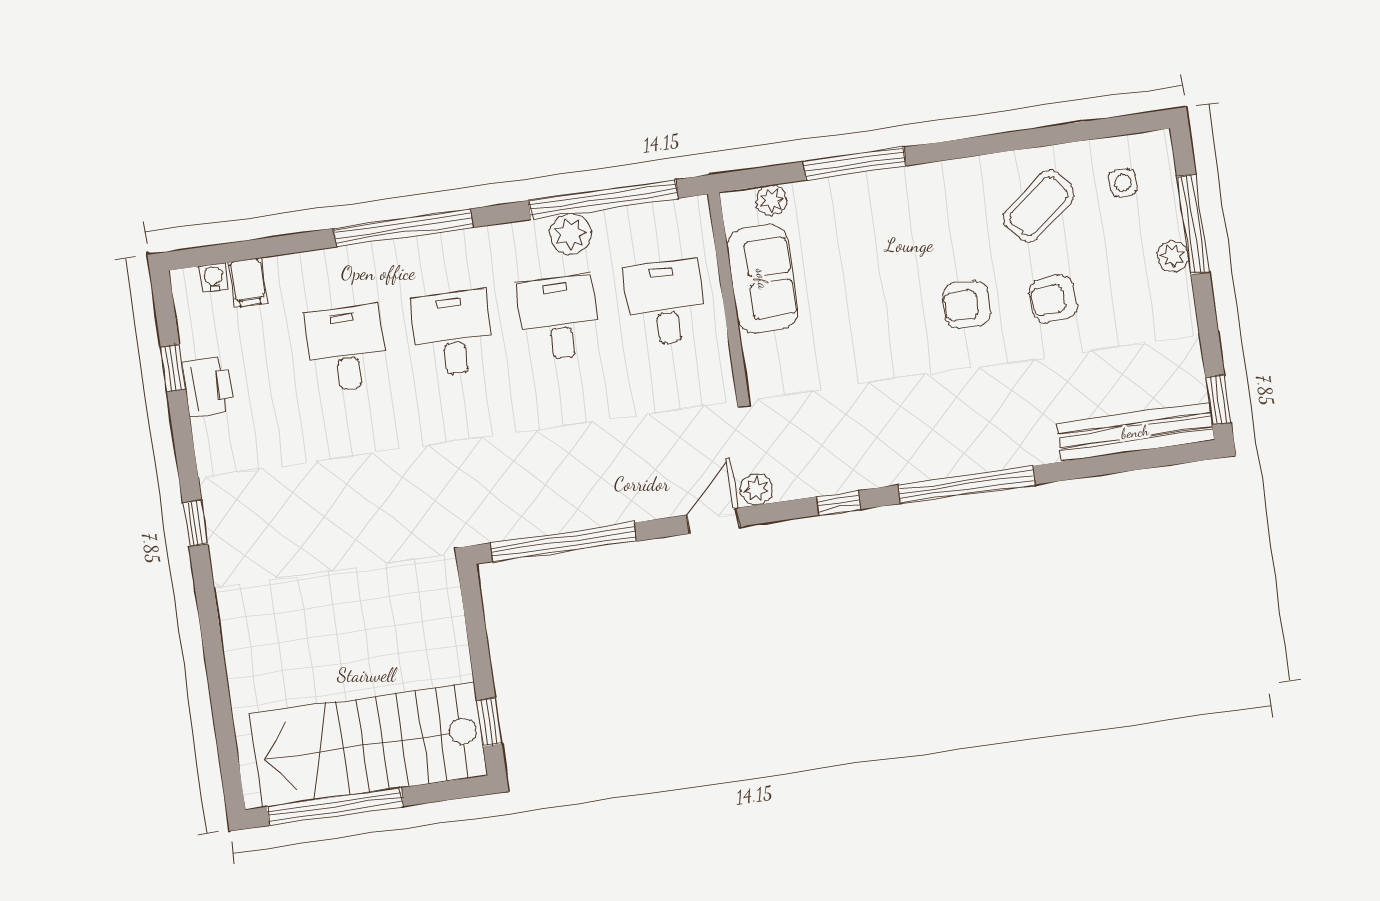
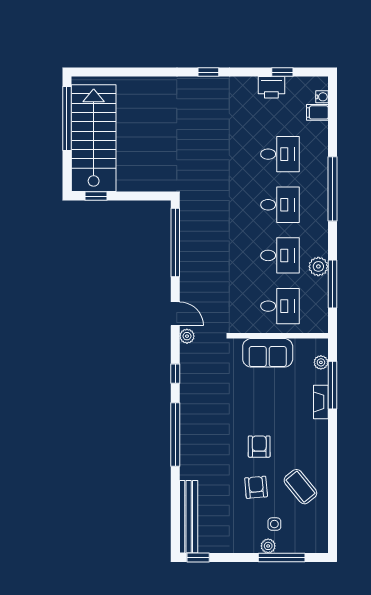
window: (855, 164) -> (332, 385), moved
side table: (1123, 183) -> (274, 524), moved
fireplace: (855, 188) -> (321, 402), added
window: (603, 199) -> (332, 284), width x0.68
sofa: (762, 279) -> (268, 353), moved

